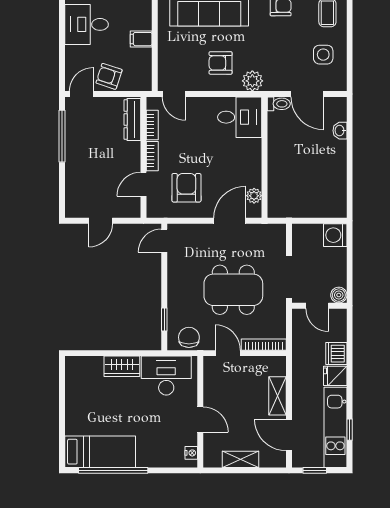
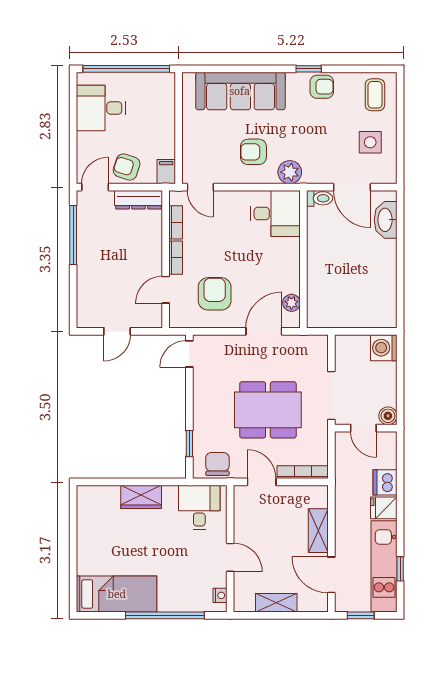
filing cabinet: (141, 39) -> (166, 172), moved, turned 90
dresser: (132, 120) -> (139, 200), moved, turned -90
washbasin: (340, 131) -> (386, 220), width x1.91, depth x1.45
desk: (166, 376) -> (199, 507), width x0.73
window: (113, 470) -> (165, 615), moved

